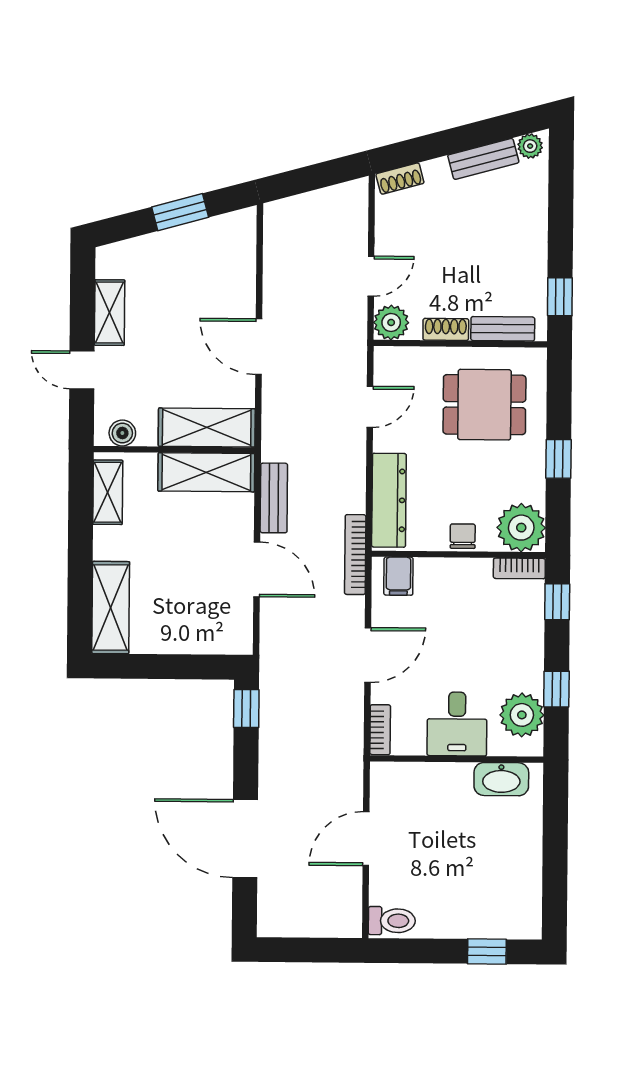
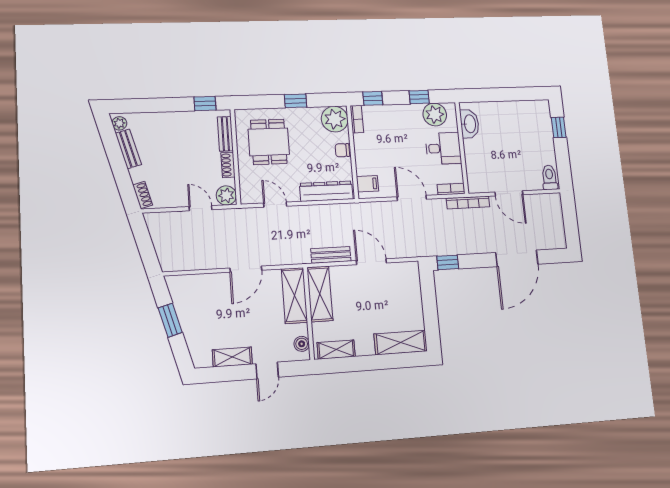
bookcase: (355, 555) -> (468, 203), moved
door: (257, 569) -> (371, 262), hinge flipped

